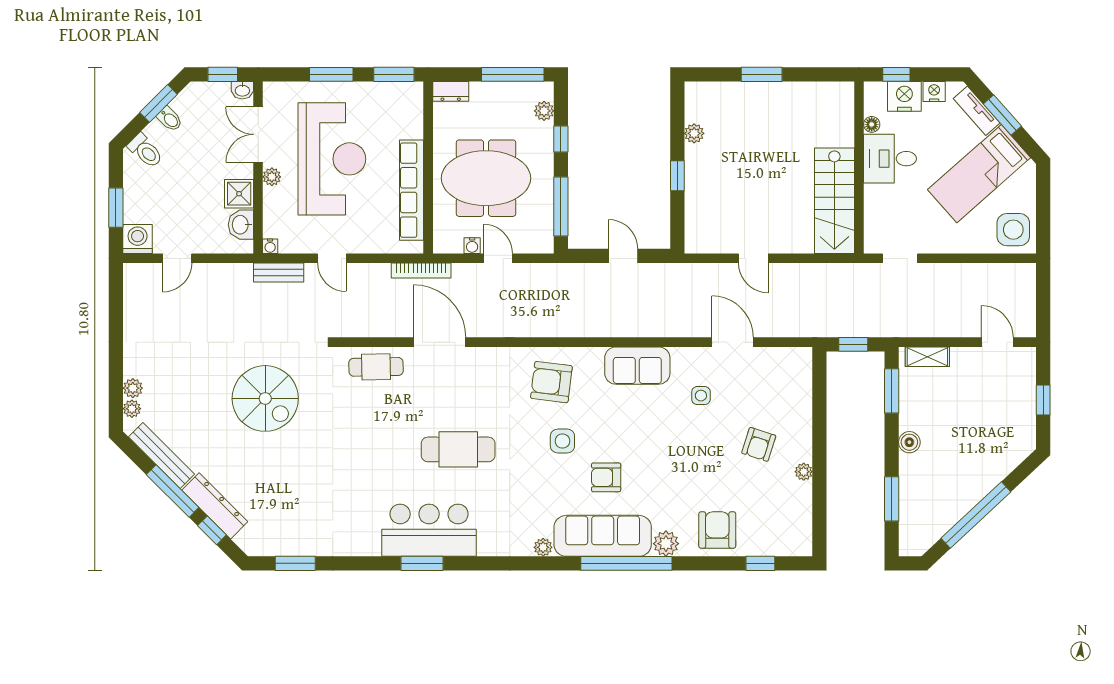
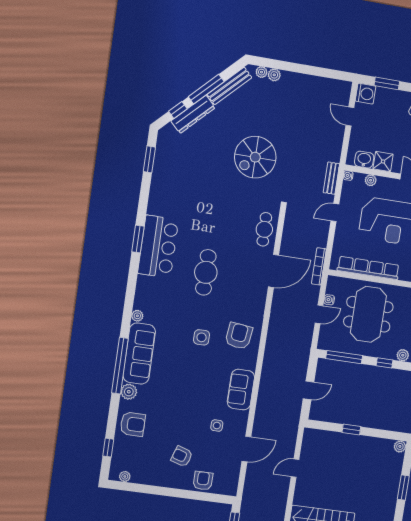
plant: (694, 133) -> (400, 446), moved
plant: (272, 177) -> (371, 180), moved
plant: (804, 472) -> (125, 476), moved
armchair: (606, 477) -> (203, 481), moved

